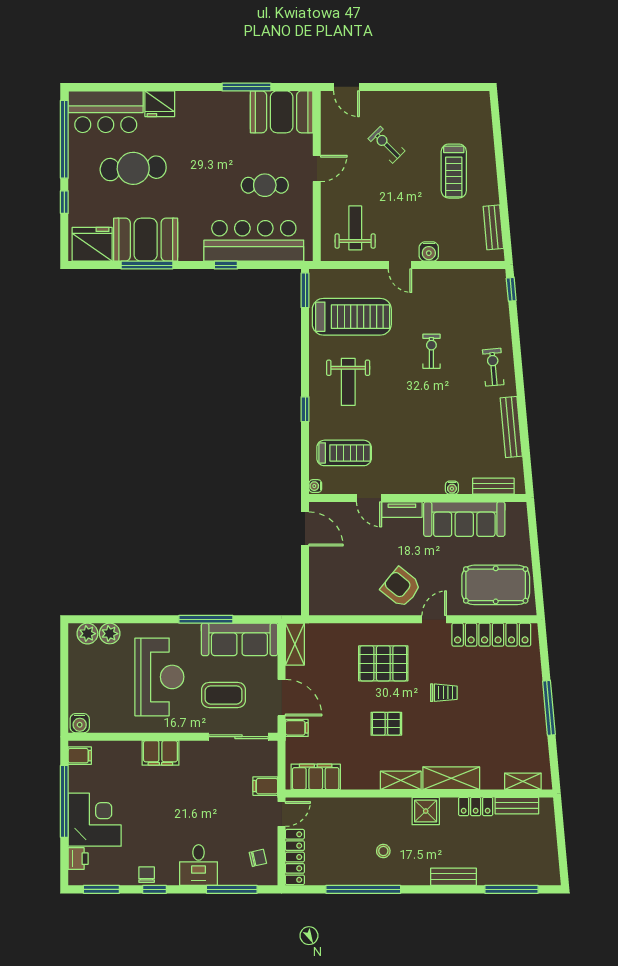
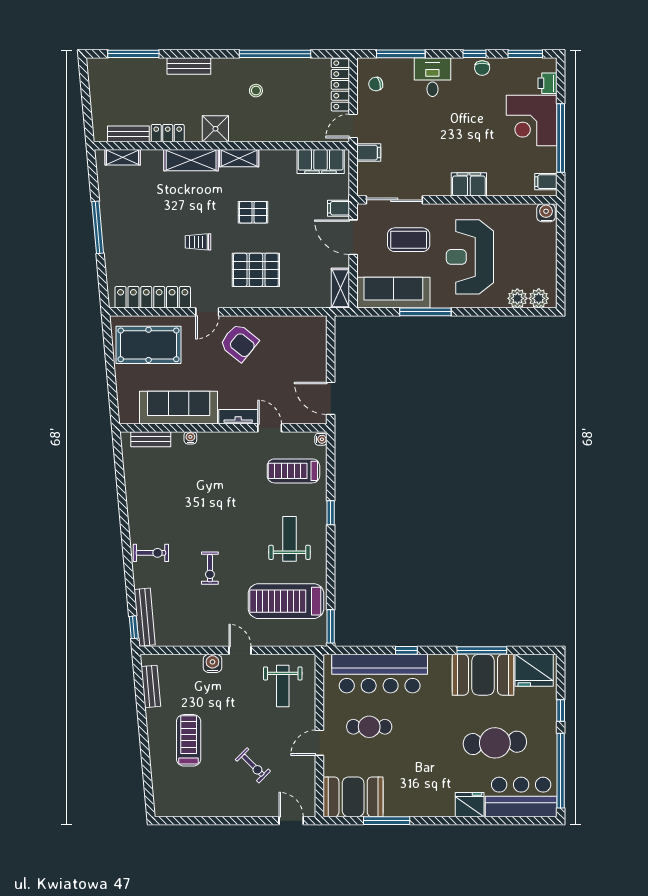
exercise bike: (493, 367) -> (151, 553), turned -85
bench: (511, 427) -> (145, 617), moved

